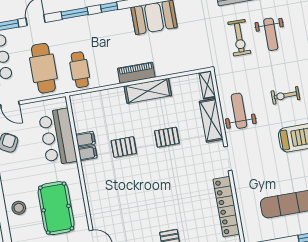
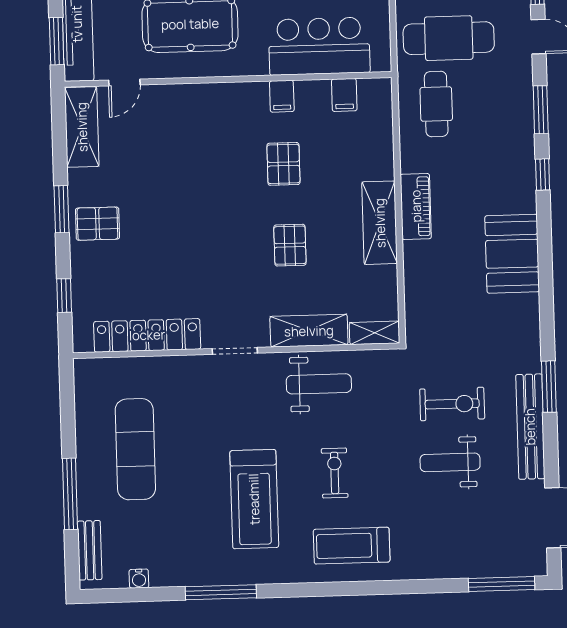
exercise bike: (239, 38) -> (452, 404), turned 180
cafe table: (80, 70) -> (436, 104), turned 90
filing cabinet: (85, 139) -> (344, 95), moved

